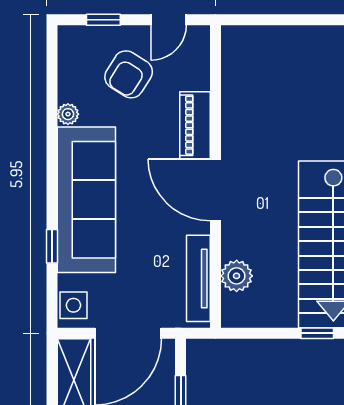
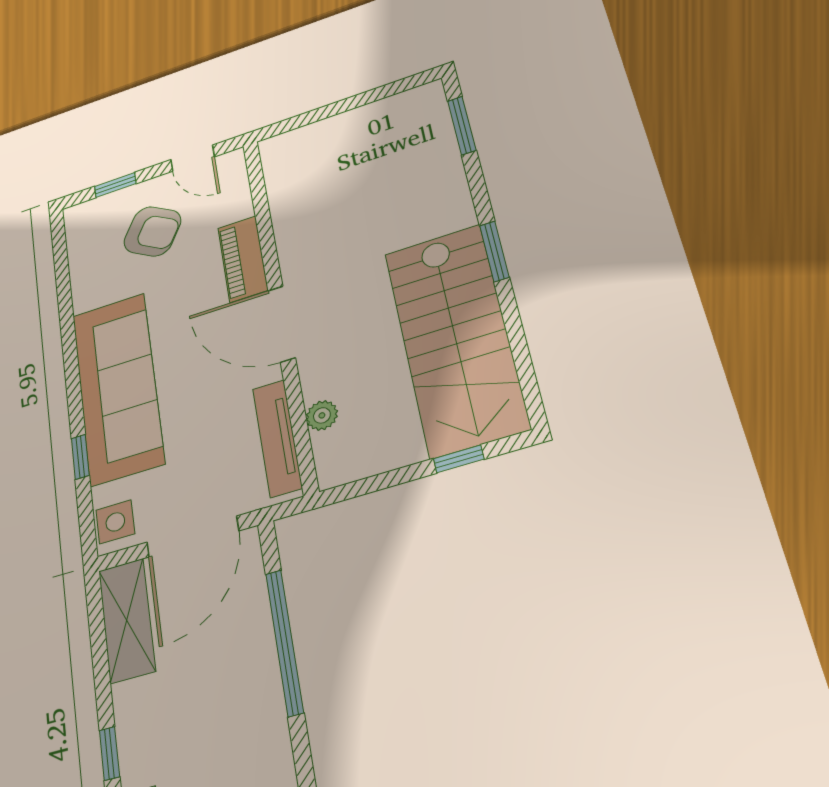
door: (169, 20) -> (193, 158), hinge flipped
armchair: (129, 74) -> (152, 231), turned -91
plant: (68, 114) -> (84, 299), removed
plant: (237, 276) -> (322, 415), width x0.73, depth x0.73

